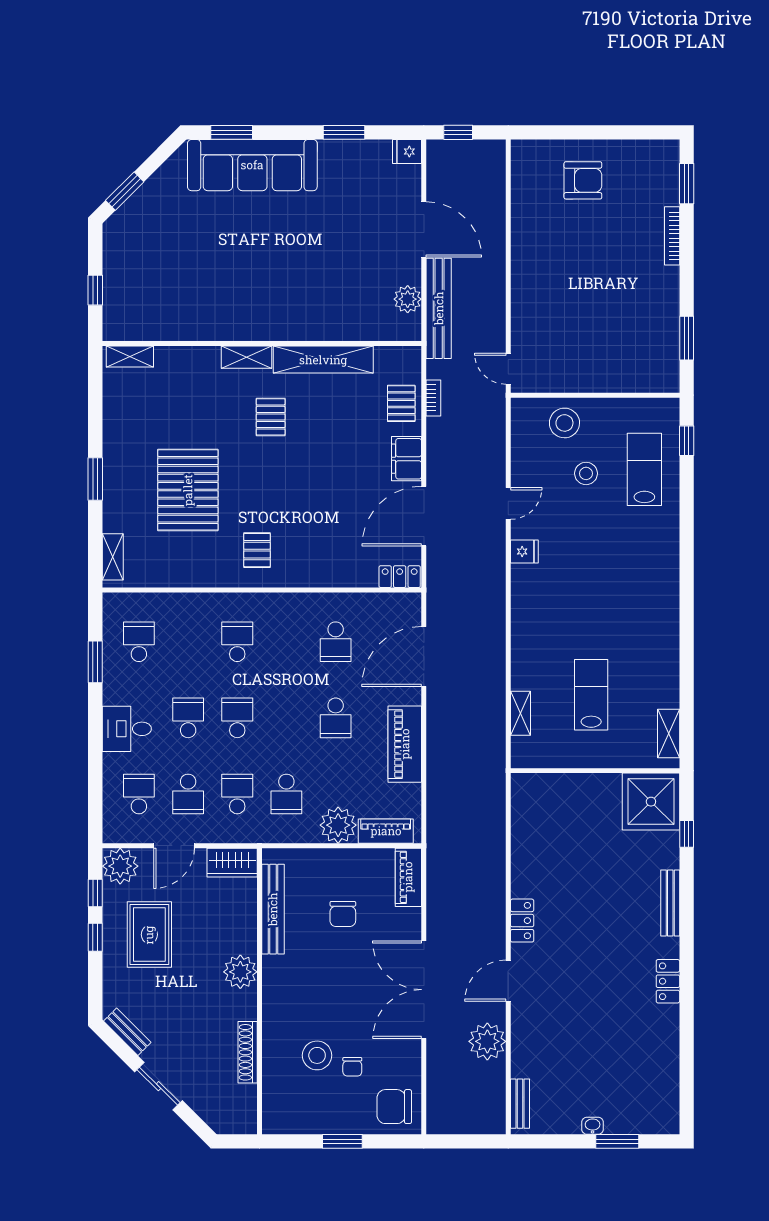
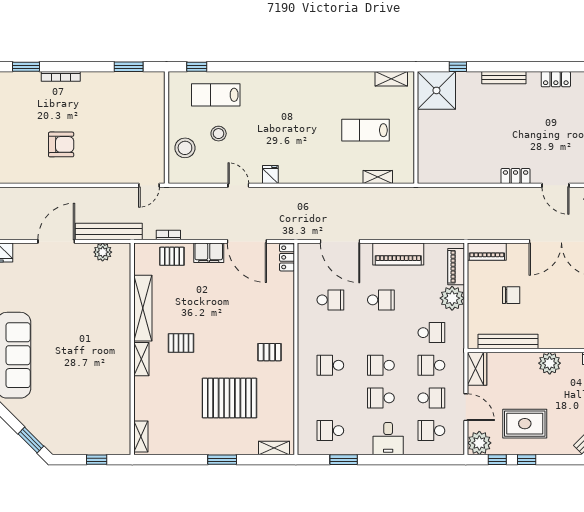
armchair: (583, 180) -> (61, 144), moved, turned 90

